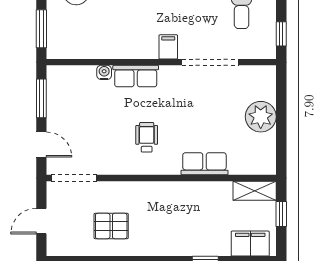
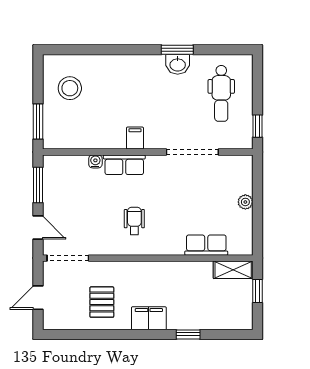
filing cabinet: (168, 47) -> (135, 138), moved
plant: (261, 117) -> (245, 202), width x0.53, depth x0.53
row of seats: (204, 164) -> (206, 245), moved
pallet: (111, 226) -> (102, 302), turned 90
filing cabinet: (250, 244) -> (149, 318), moved

